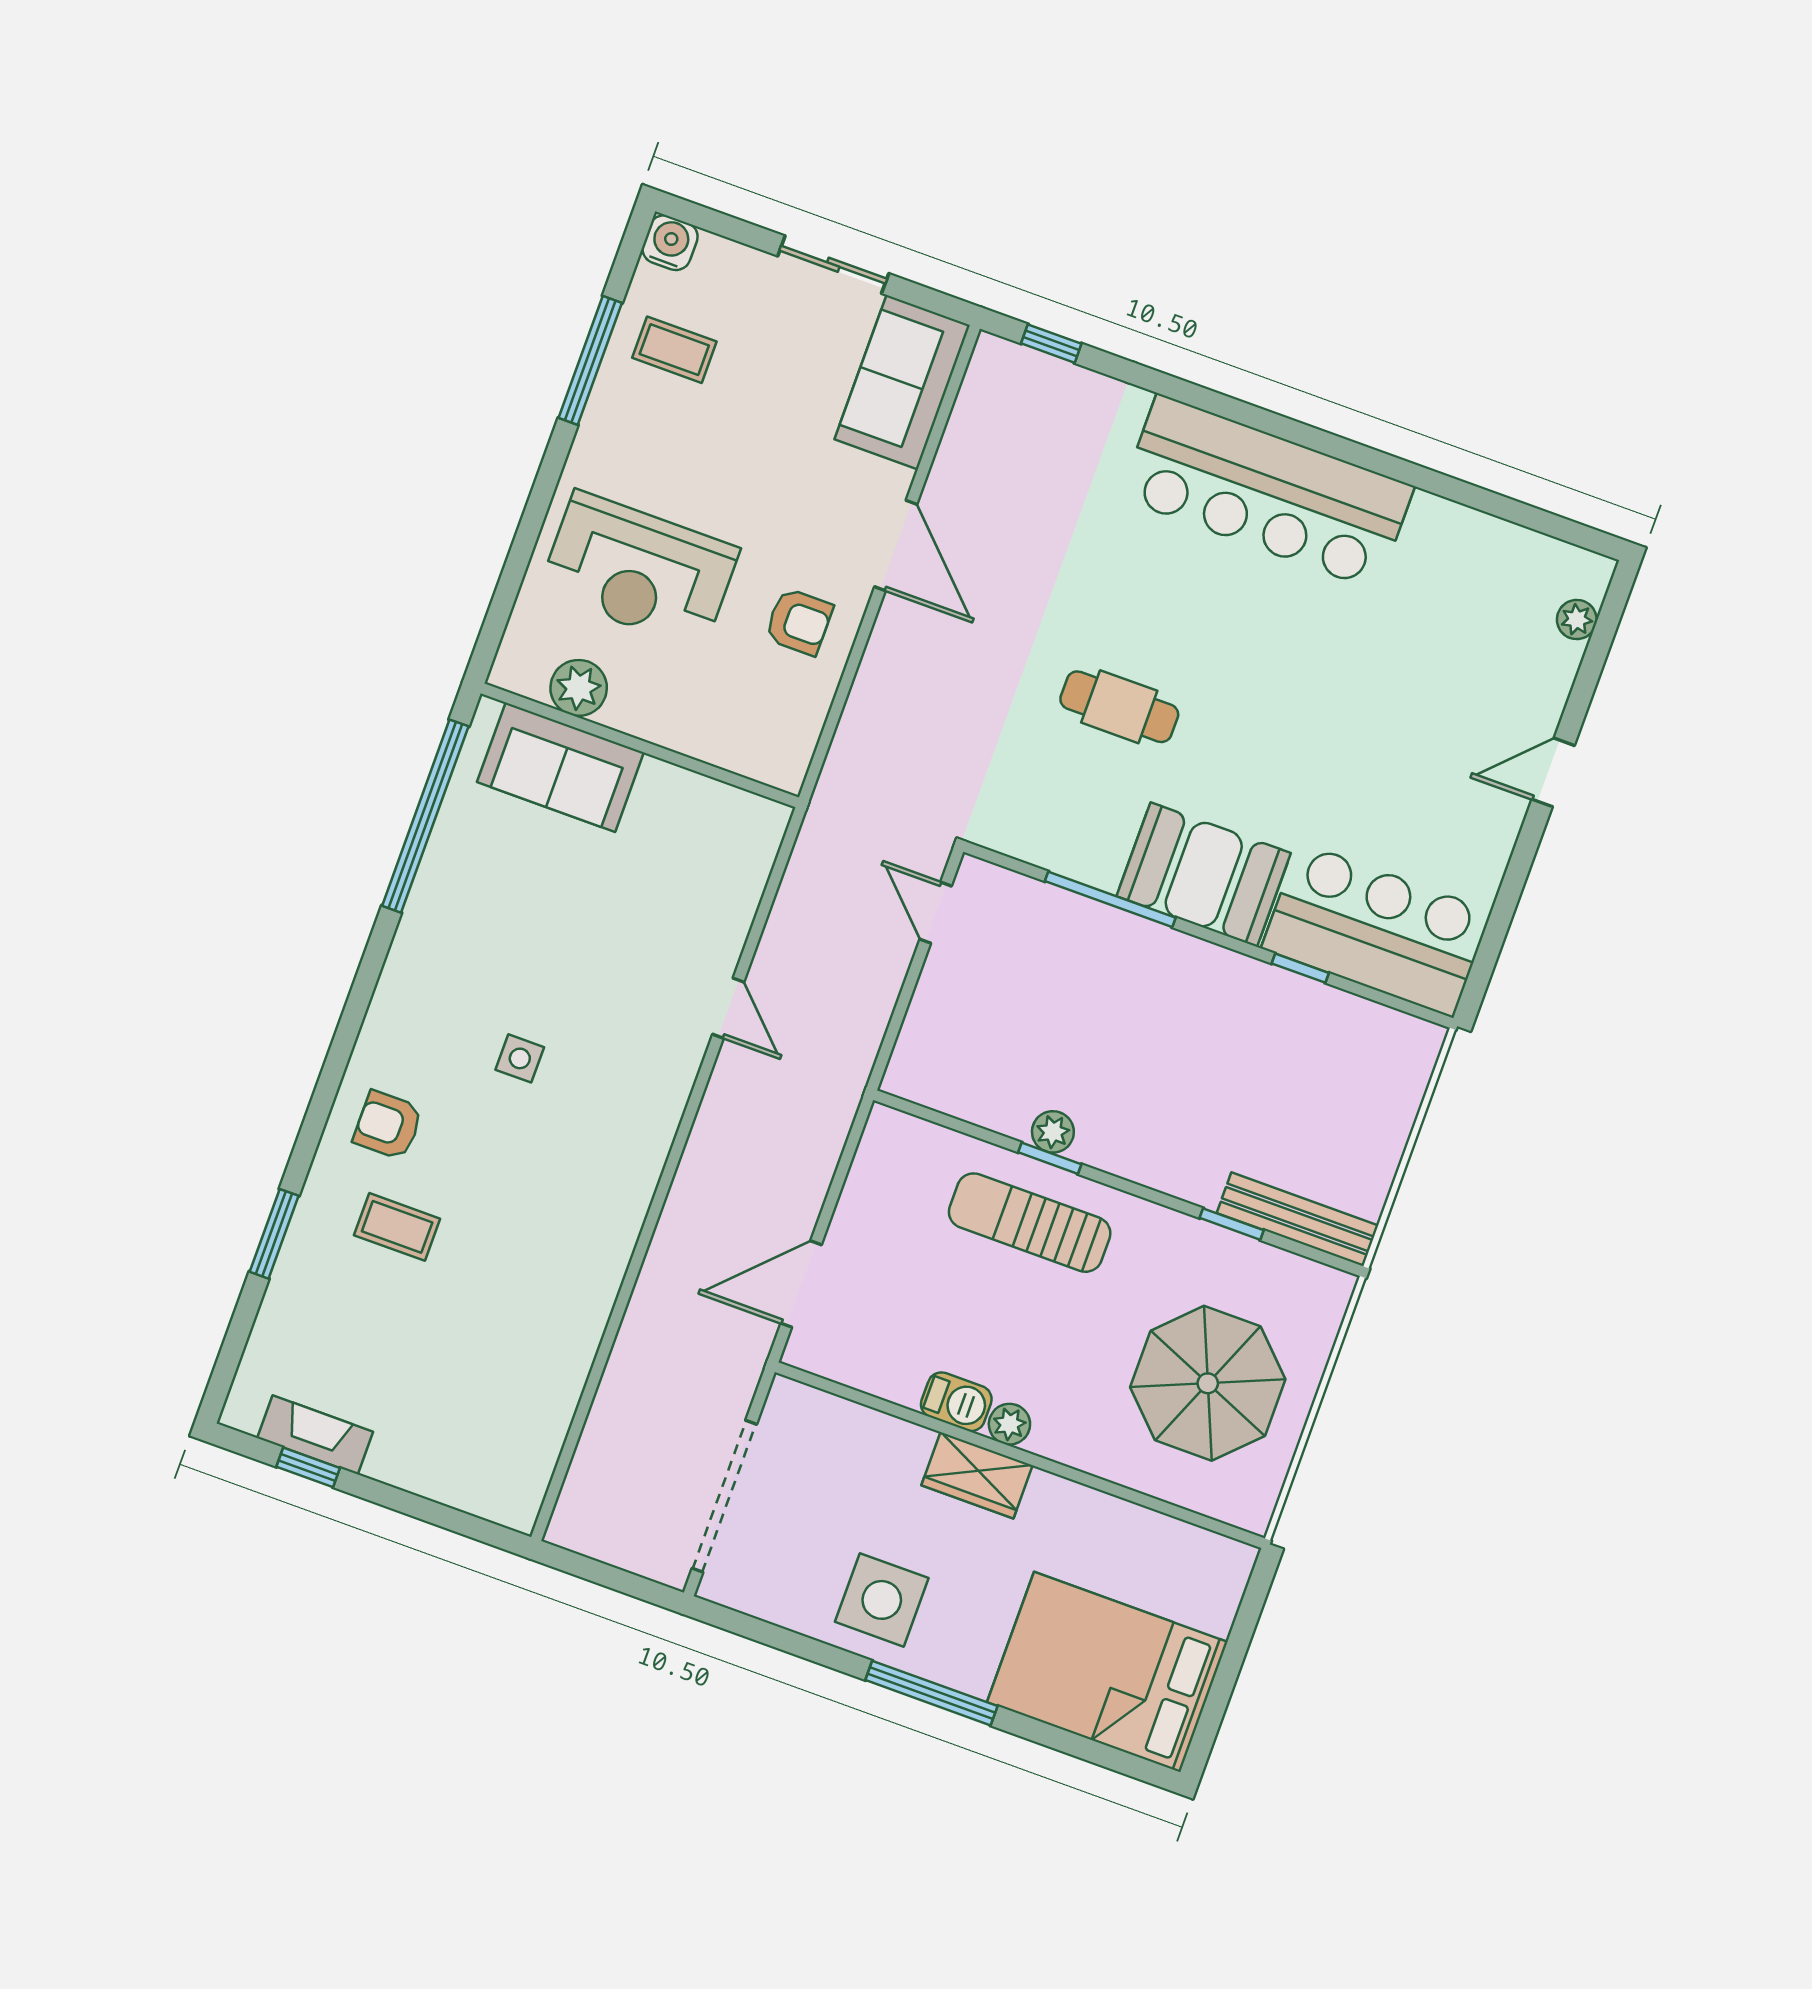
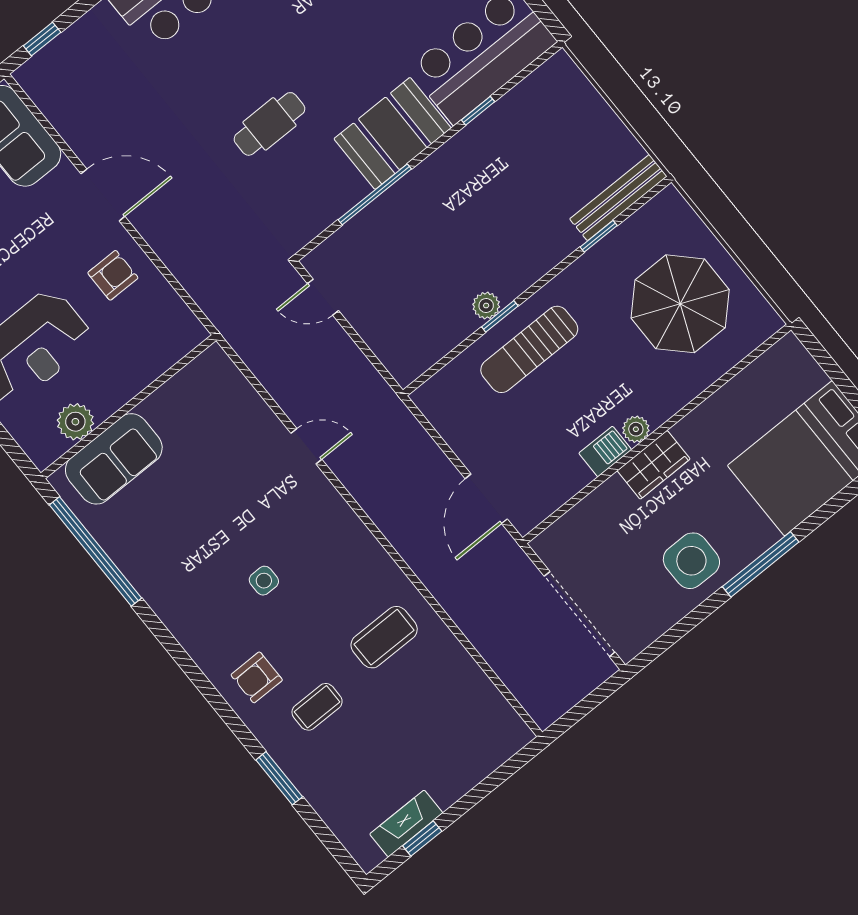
coffee table: (541, 1260) -> (384, 637), added

